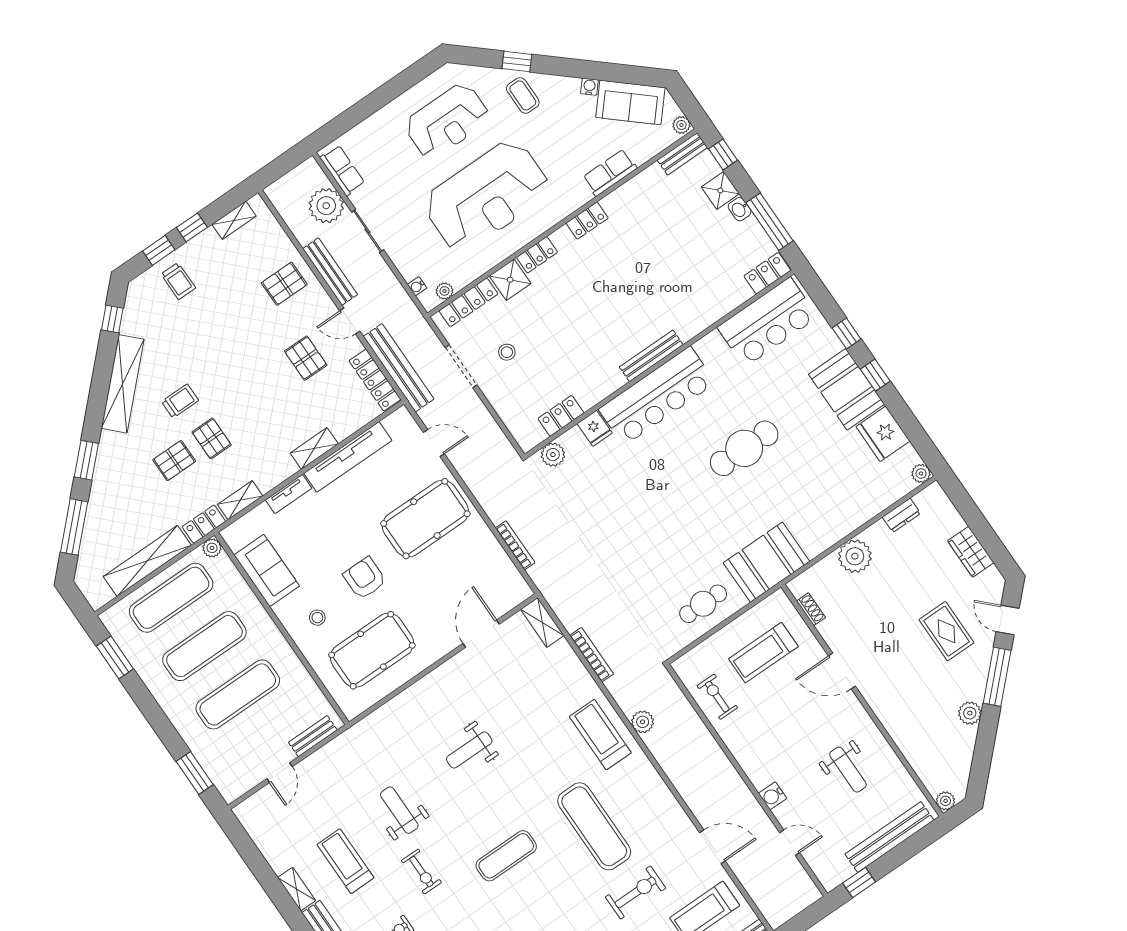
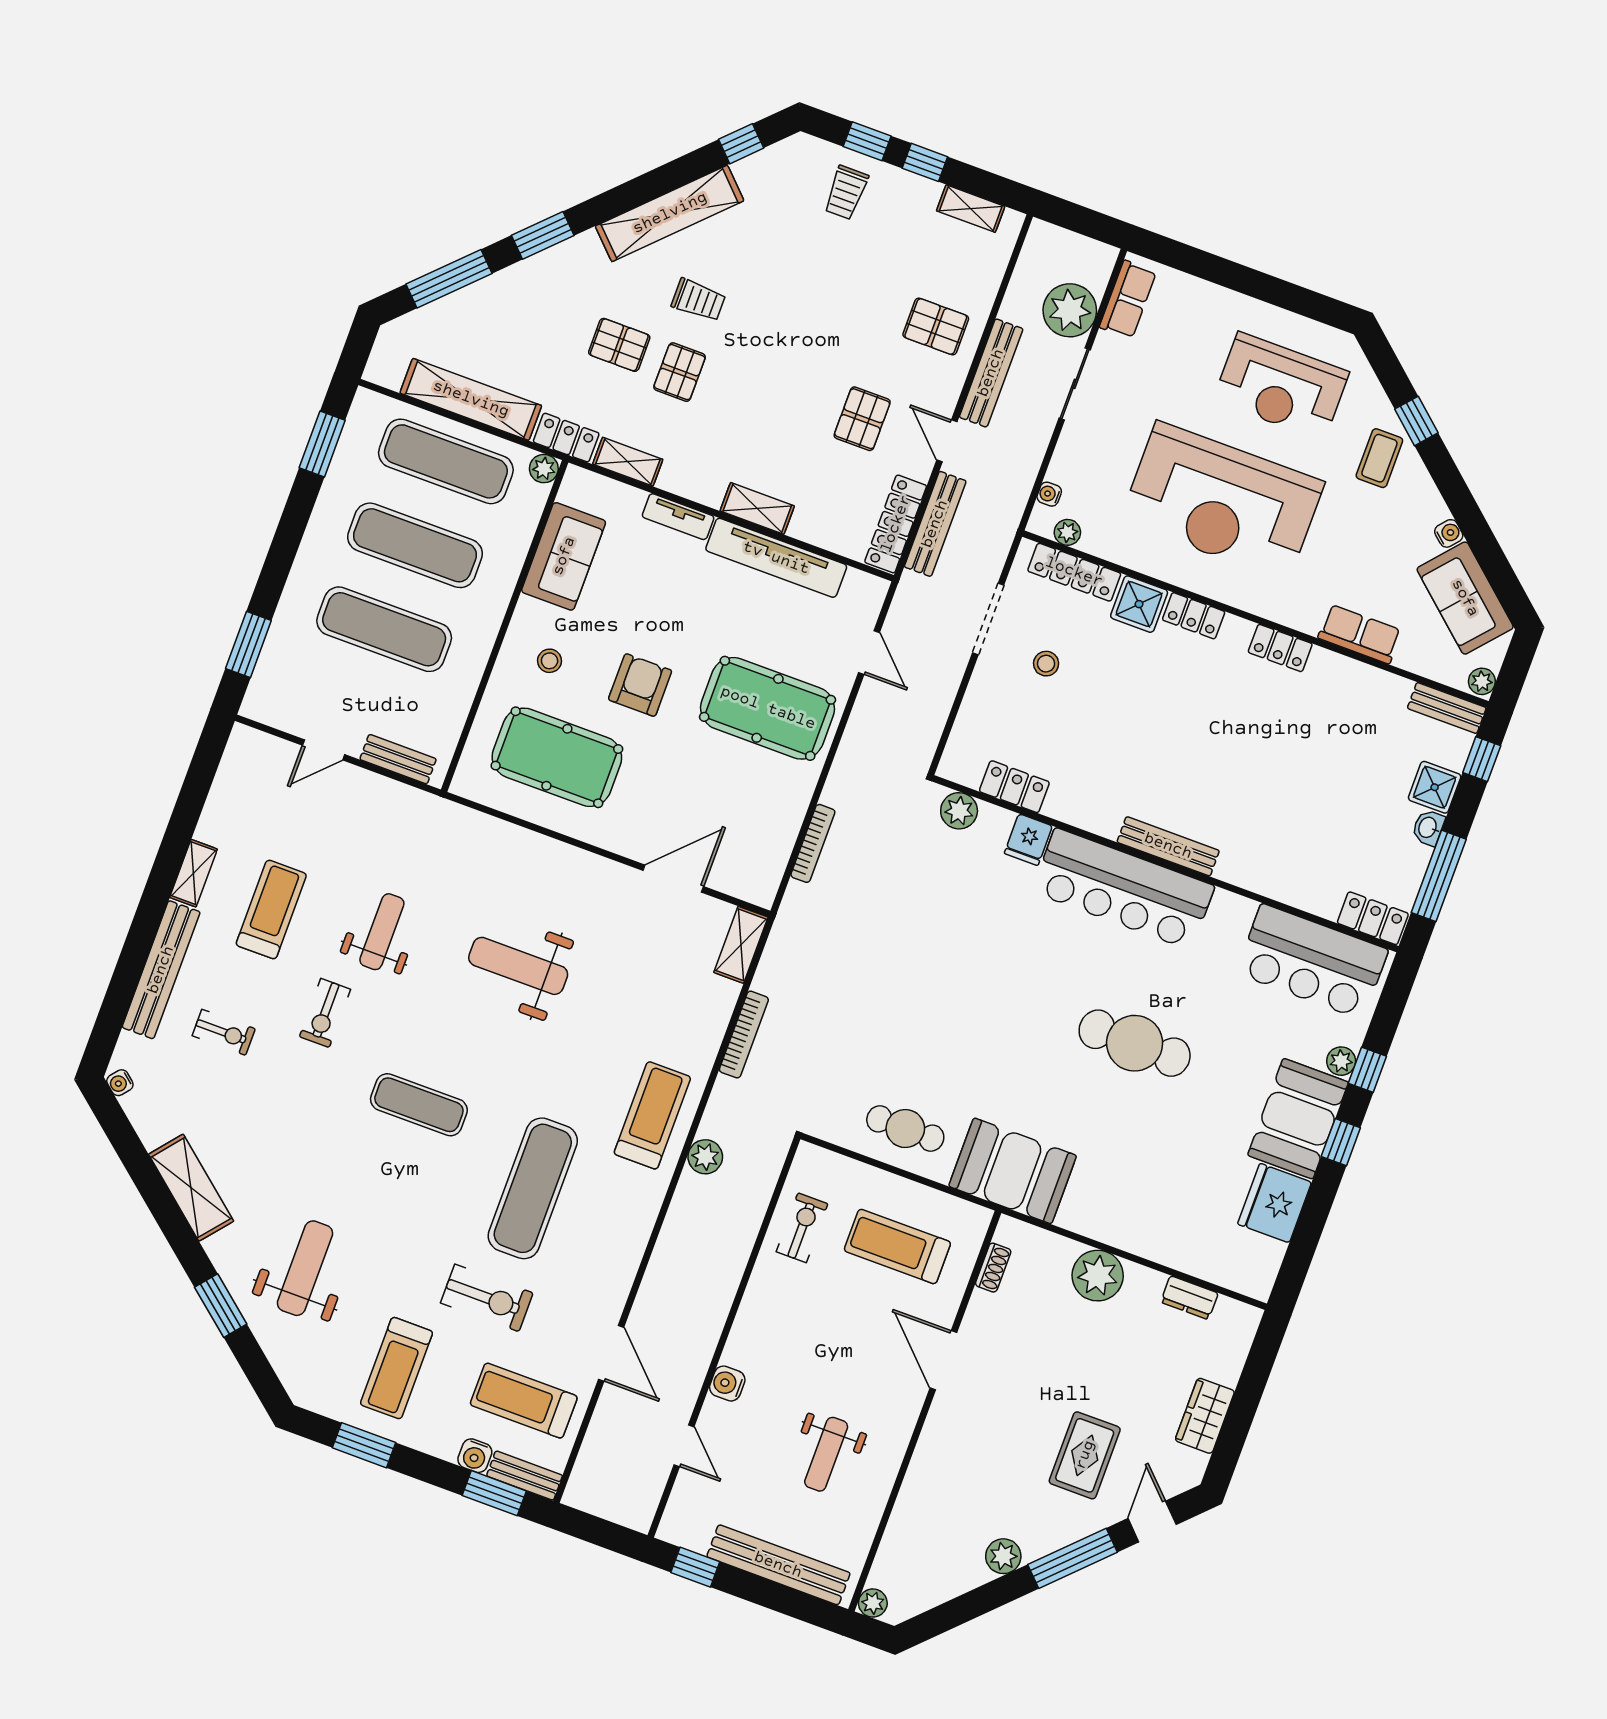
bench: (399, 368) -> (935, 524), width x0.73, depth x0.82
plant: (921, 473) -> (1341, 1061), moved
weight bench: (469, 750) -> (518, 966), width x1.36, depth x1.33

